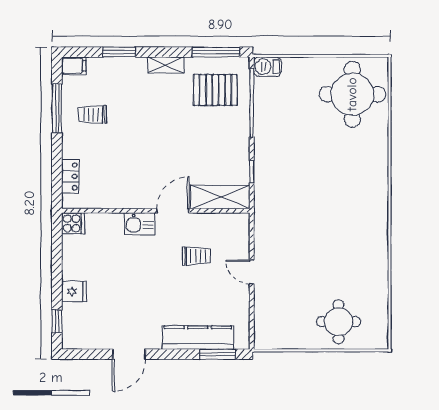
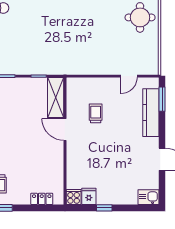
kitchen sink: (140, 224) -> (148, 197), moved, turned -90
door: (252, 272) -> (129, 76), moved
fridge: (74, 291) -> (89, 196), moved
window: (57, 321) -> (104, 208), moved

